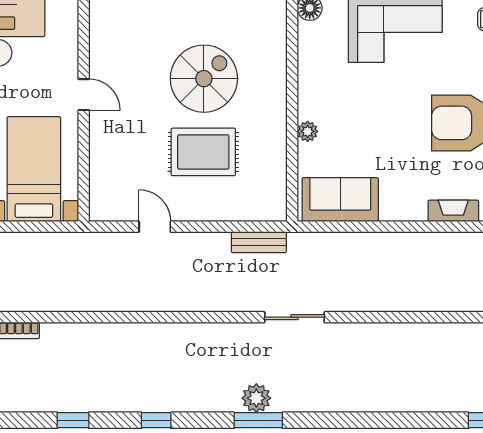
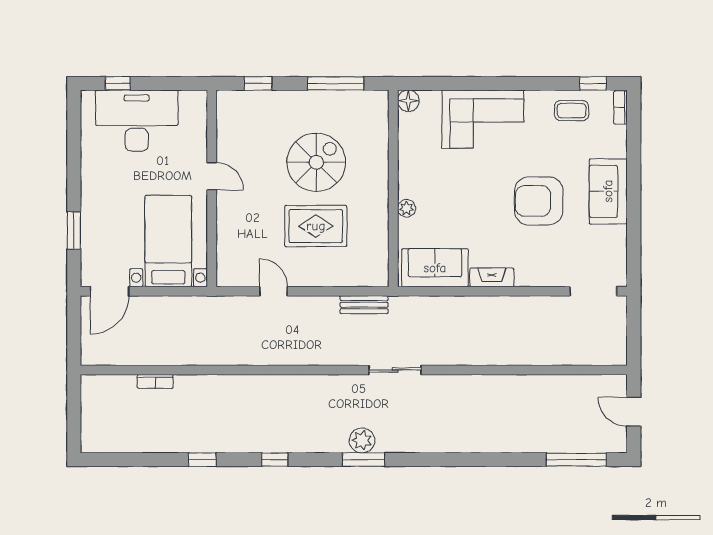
fireplace: (453, 211) -> (492, 277), moved

